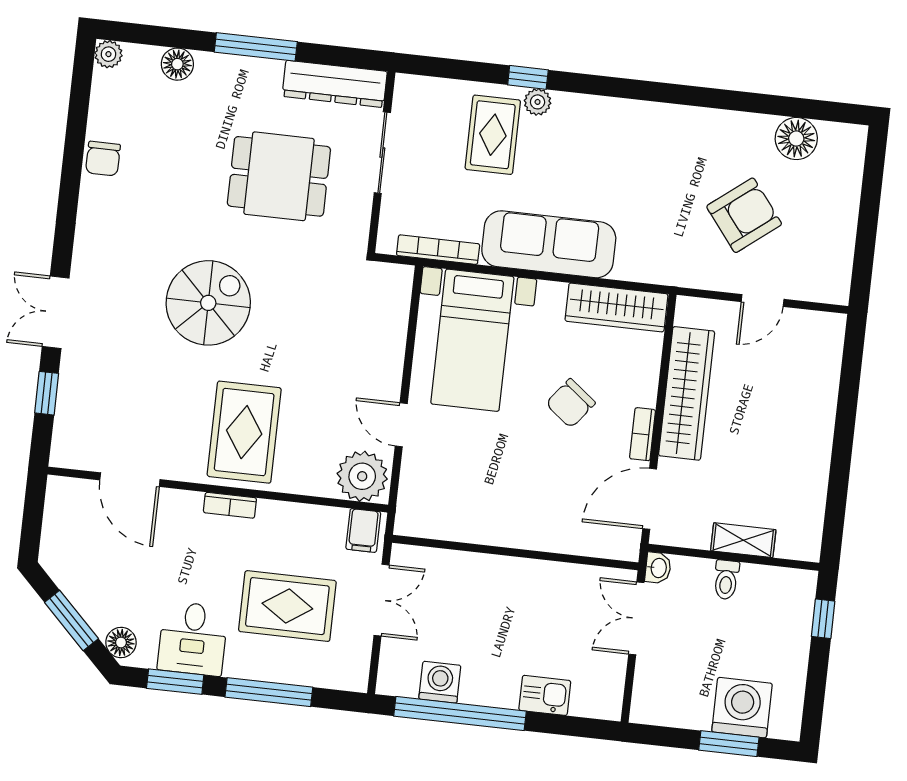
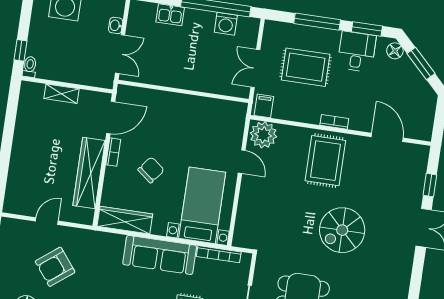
washbasin: (658, 568) -> (116, 25), moved
toilet: (726, 580) -> (30, 67), moved

